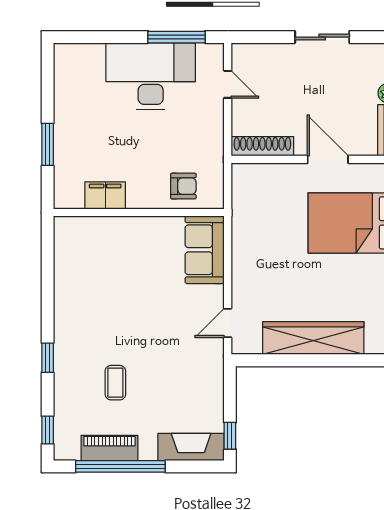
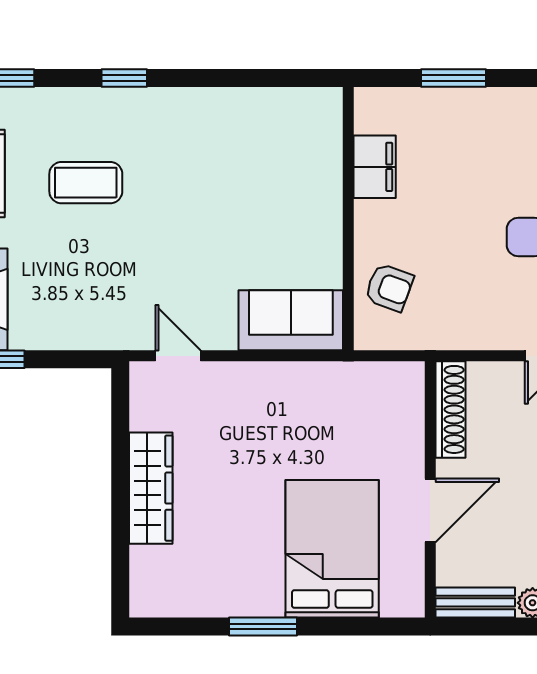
armchair: (183, 186) -> (389, 288), turned -70
wardrobe: (313, 338) -> (151, 488), width x0.71, depth x0.85
coffee table: (115, 383) -> (86, 183), width x1.36, depth x1.30

